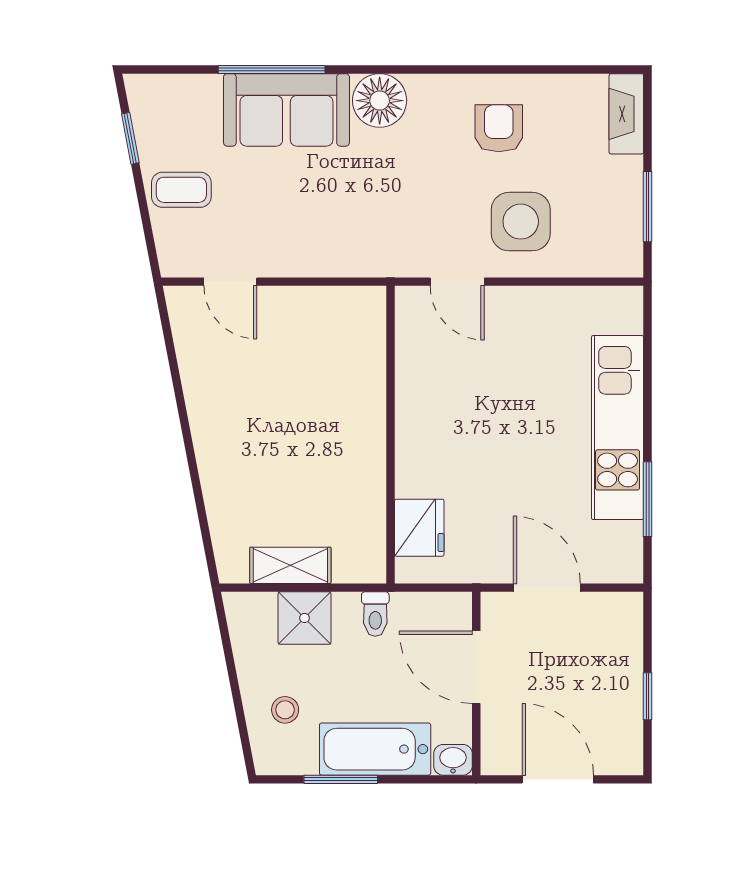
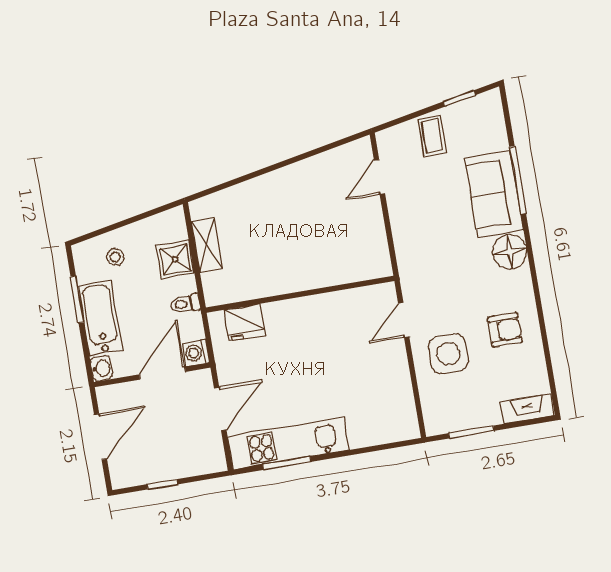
kitchen unit: (618, 428) -> (288, 443), moved
washing machine: (454, 610) -> (196, 353), added

